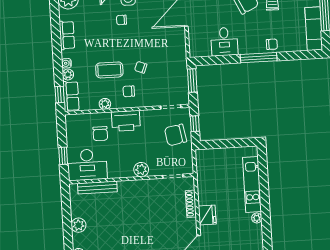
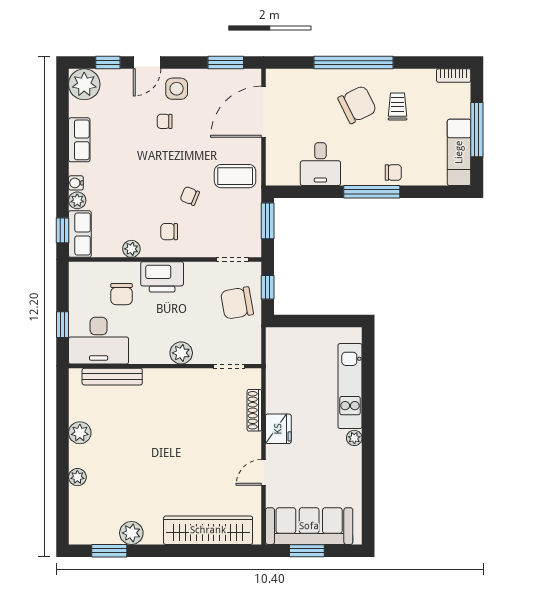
coffee table: (109, 70) -> (235, 176), moved

